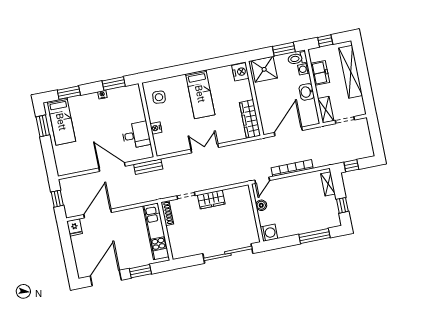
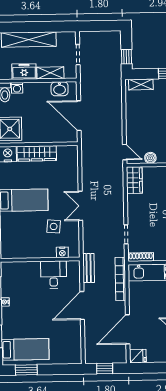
washbasin: (307, 92) -> (60, 89), moved
side table: (159, 97) -> (54, 226), moved
shelving: (326, 110) -> (50, 73), moved
wardrobe: (250, 119) -> (37, 153), moved
nightstand: (156, 128) -> (62, 252), moved
bookcase: (292, 168) -> (120, 279), moved
wardrobe: (211, 199) -> (134, 180), moved
door: (98, 213) -> (128, 329), hinge flipped

